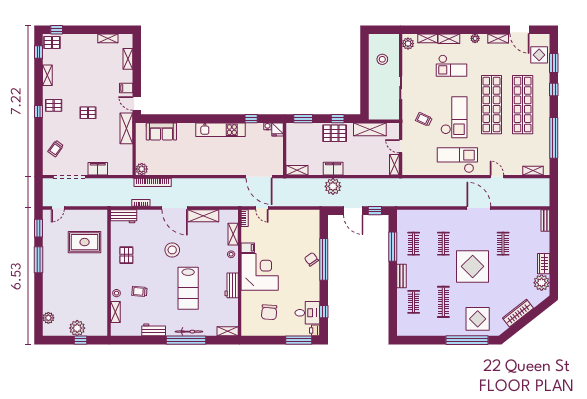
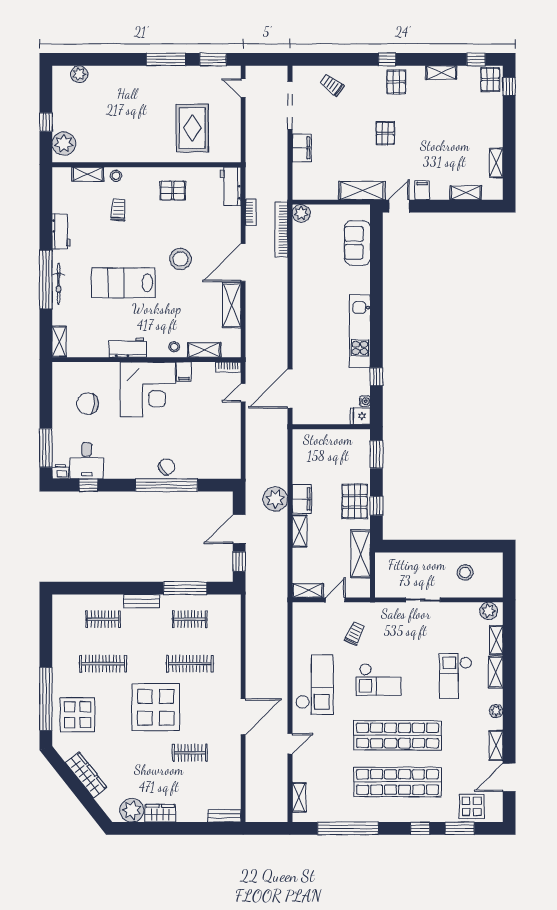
checkout: (454, 117) -> (379, 679), width x0.73, depth x0.83
trolley: (424, 119) -> (355, 633), moved
shelving: (297, 170) -> (300, 531), moved
clothes rail: (443, 244) -> (190, 664), width x1.36
plant: (77, 328) -> (64, 144), moved

